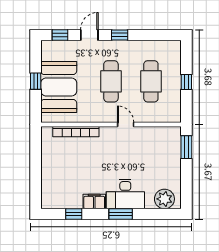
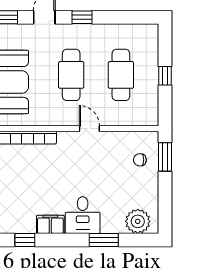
chair: (166, 150) -> (140, 160), added
desk: (125, 194) -> (83, 215), width x0.73
window: (121, 214) -> (104, 240), moved

